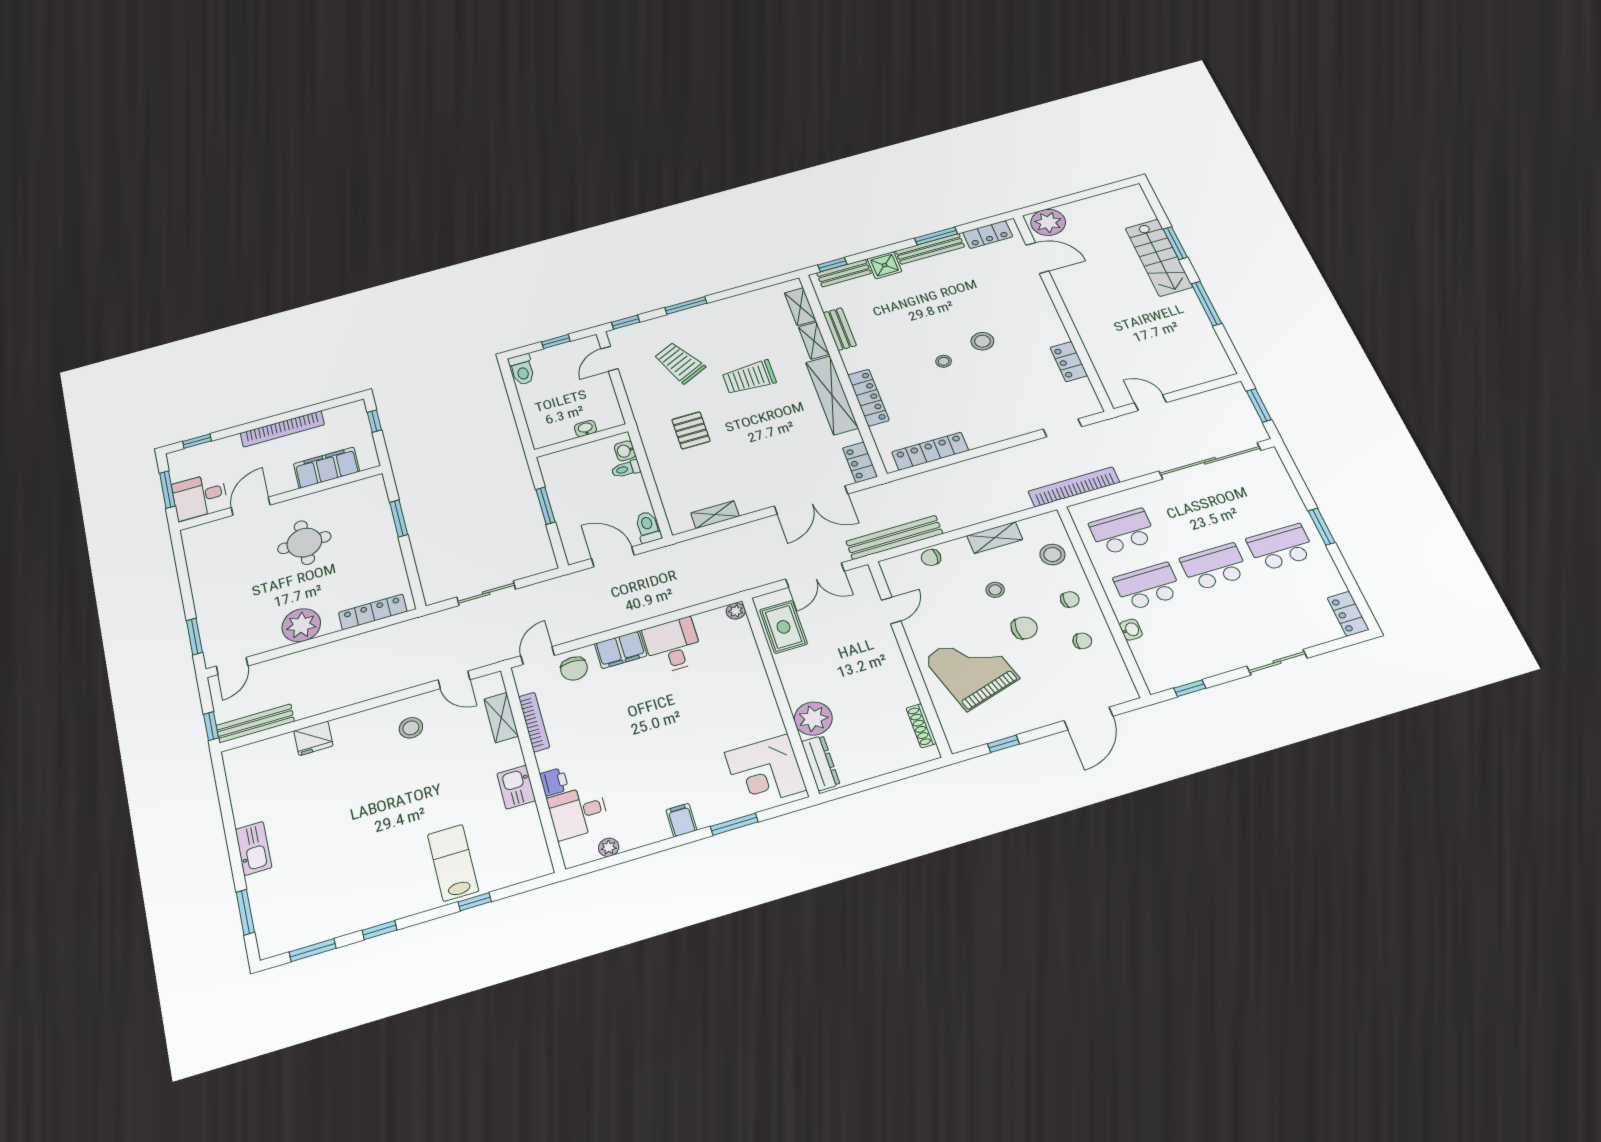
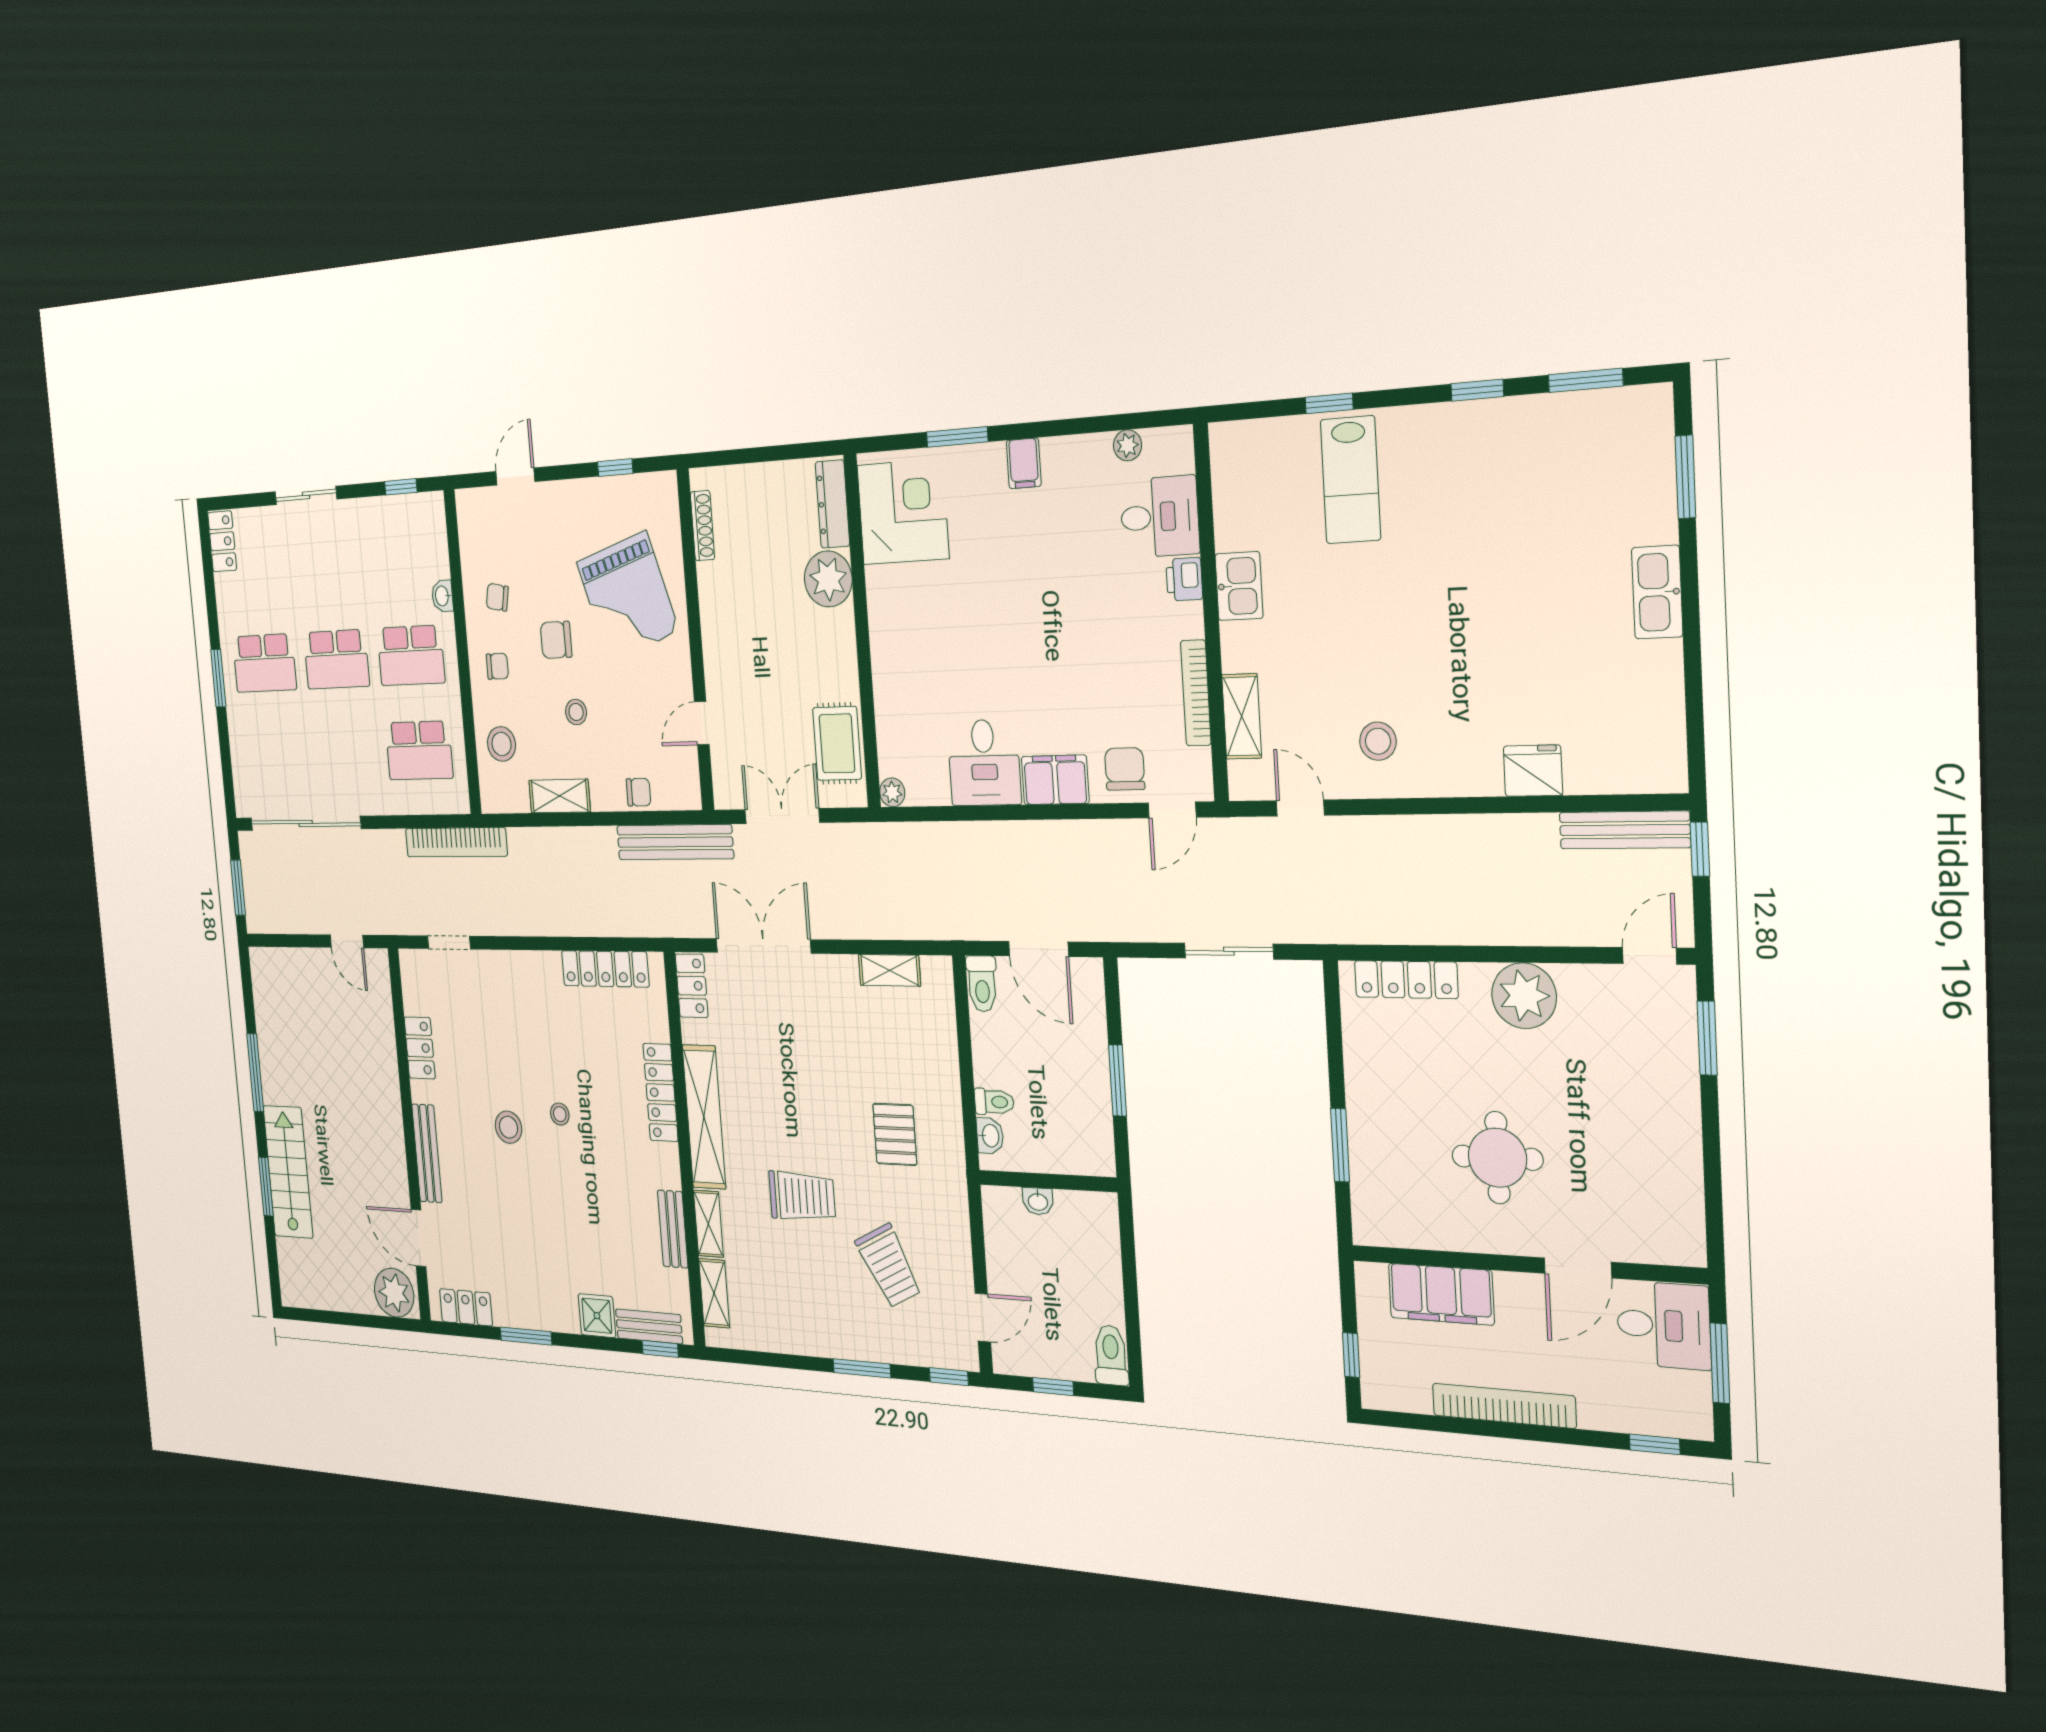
bench: (930, 249) -> (427, 1153), moved, turned 90
chair: (1070, 599) -> (497, 666), turned 180
door: (1088, 718) -> (515, 477), width x0.73

